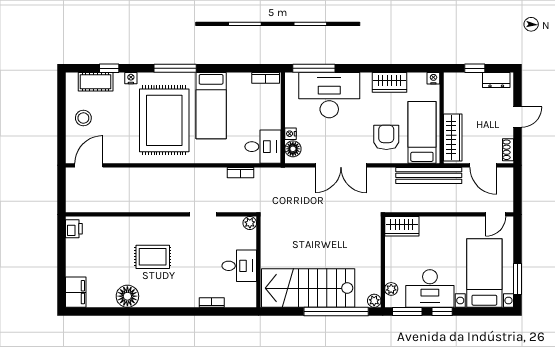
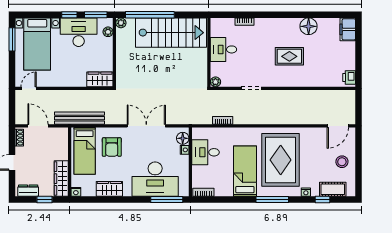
wardrobe: (453, 137) -> (61, 179), moved
desk: (263, 147) -> (205, 152), moved

